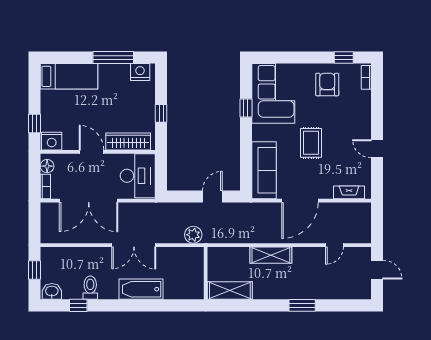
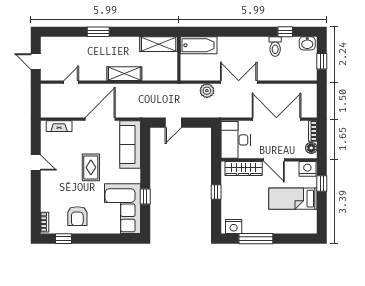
bed: (69, 76) -> (293, 199), moved
plant: (193, 235) -> (207, 91), moved
bathtub: (141, 289) -> (199, 45), moved

